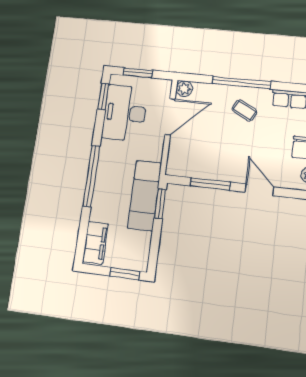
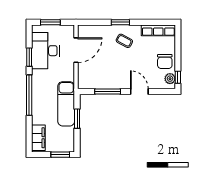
window: (241, 82) -> (120, 22), width x0.47
plant: (184, 89) -> (83, 30), removed
window: (103, 97) -> (29, 57), moved
window: (160, 203) -> (77, 119), moved

